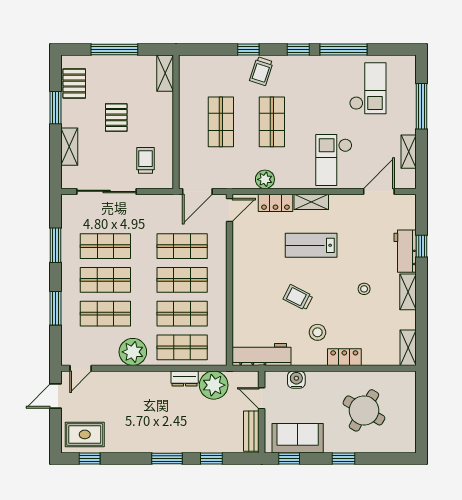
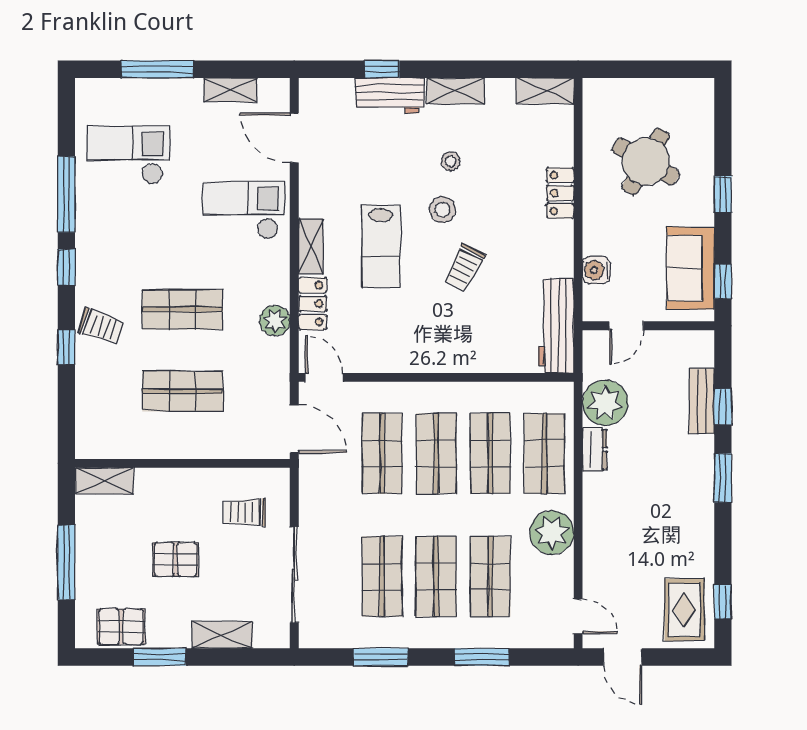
checkout: (334, 160) -> (244, 210), turned 180
stool: (317, 332) -> (443, 210), moved
bench: (251, 431) -> (702, 401), moved, turned 90

